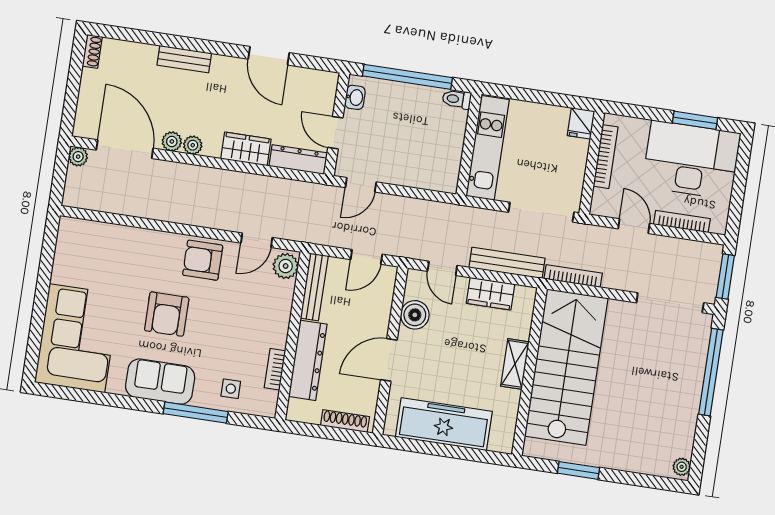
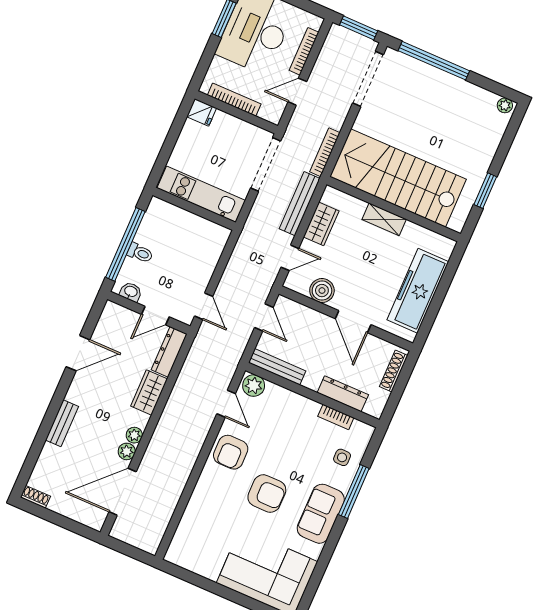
toilet: (457, 99) -> (140, 253), moved, turned -90
plant: (78, 157) -> (118, 531), removed
dresser: (308, 360) -> (343, 394), width x0.73, depth x0.80

